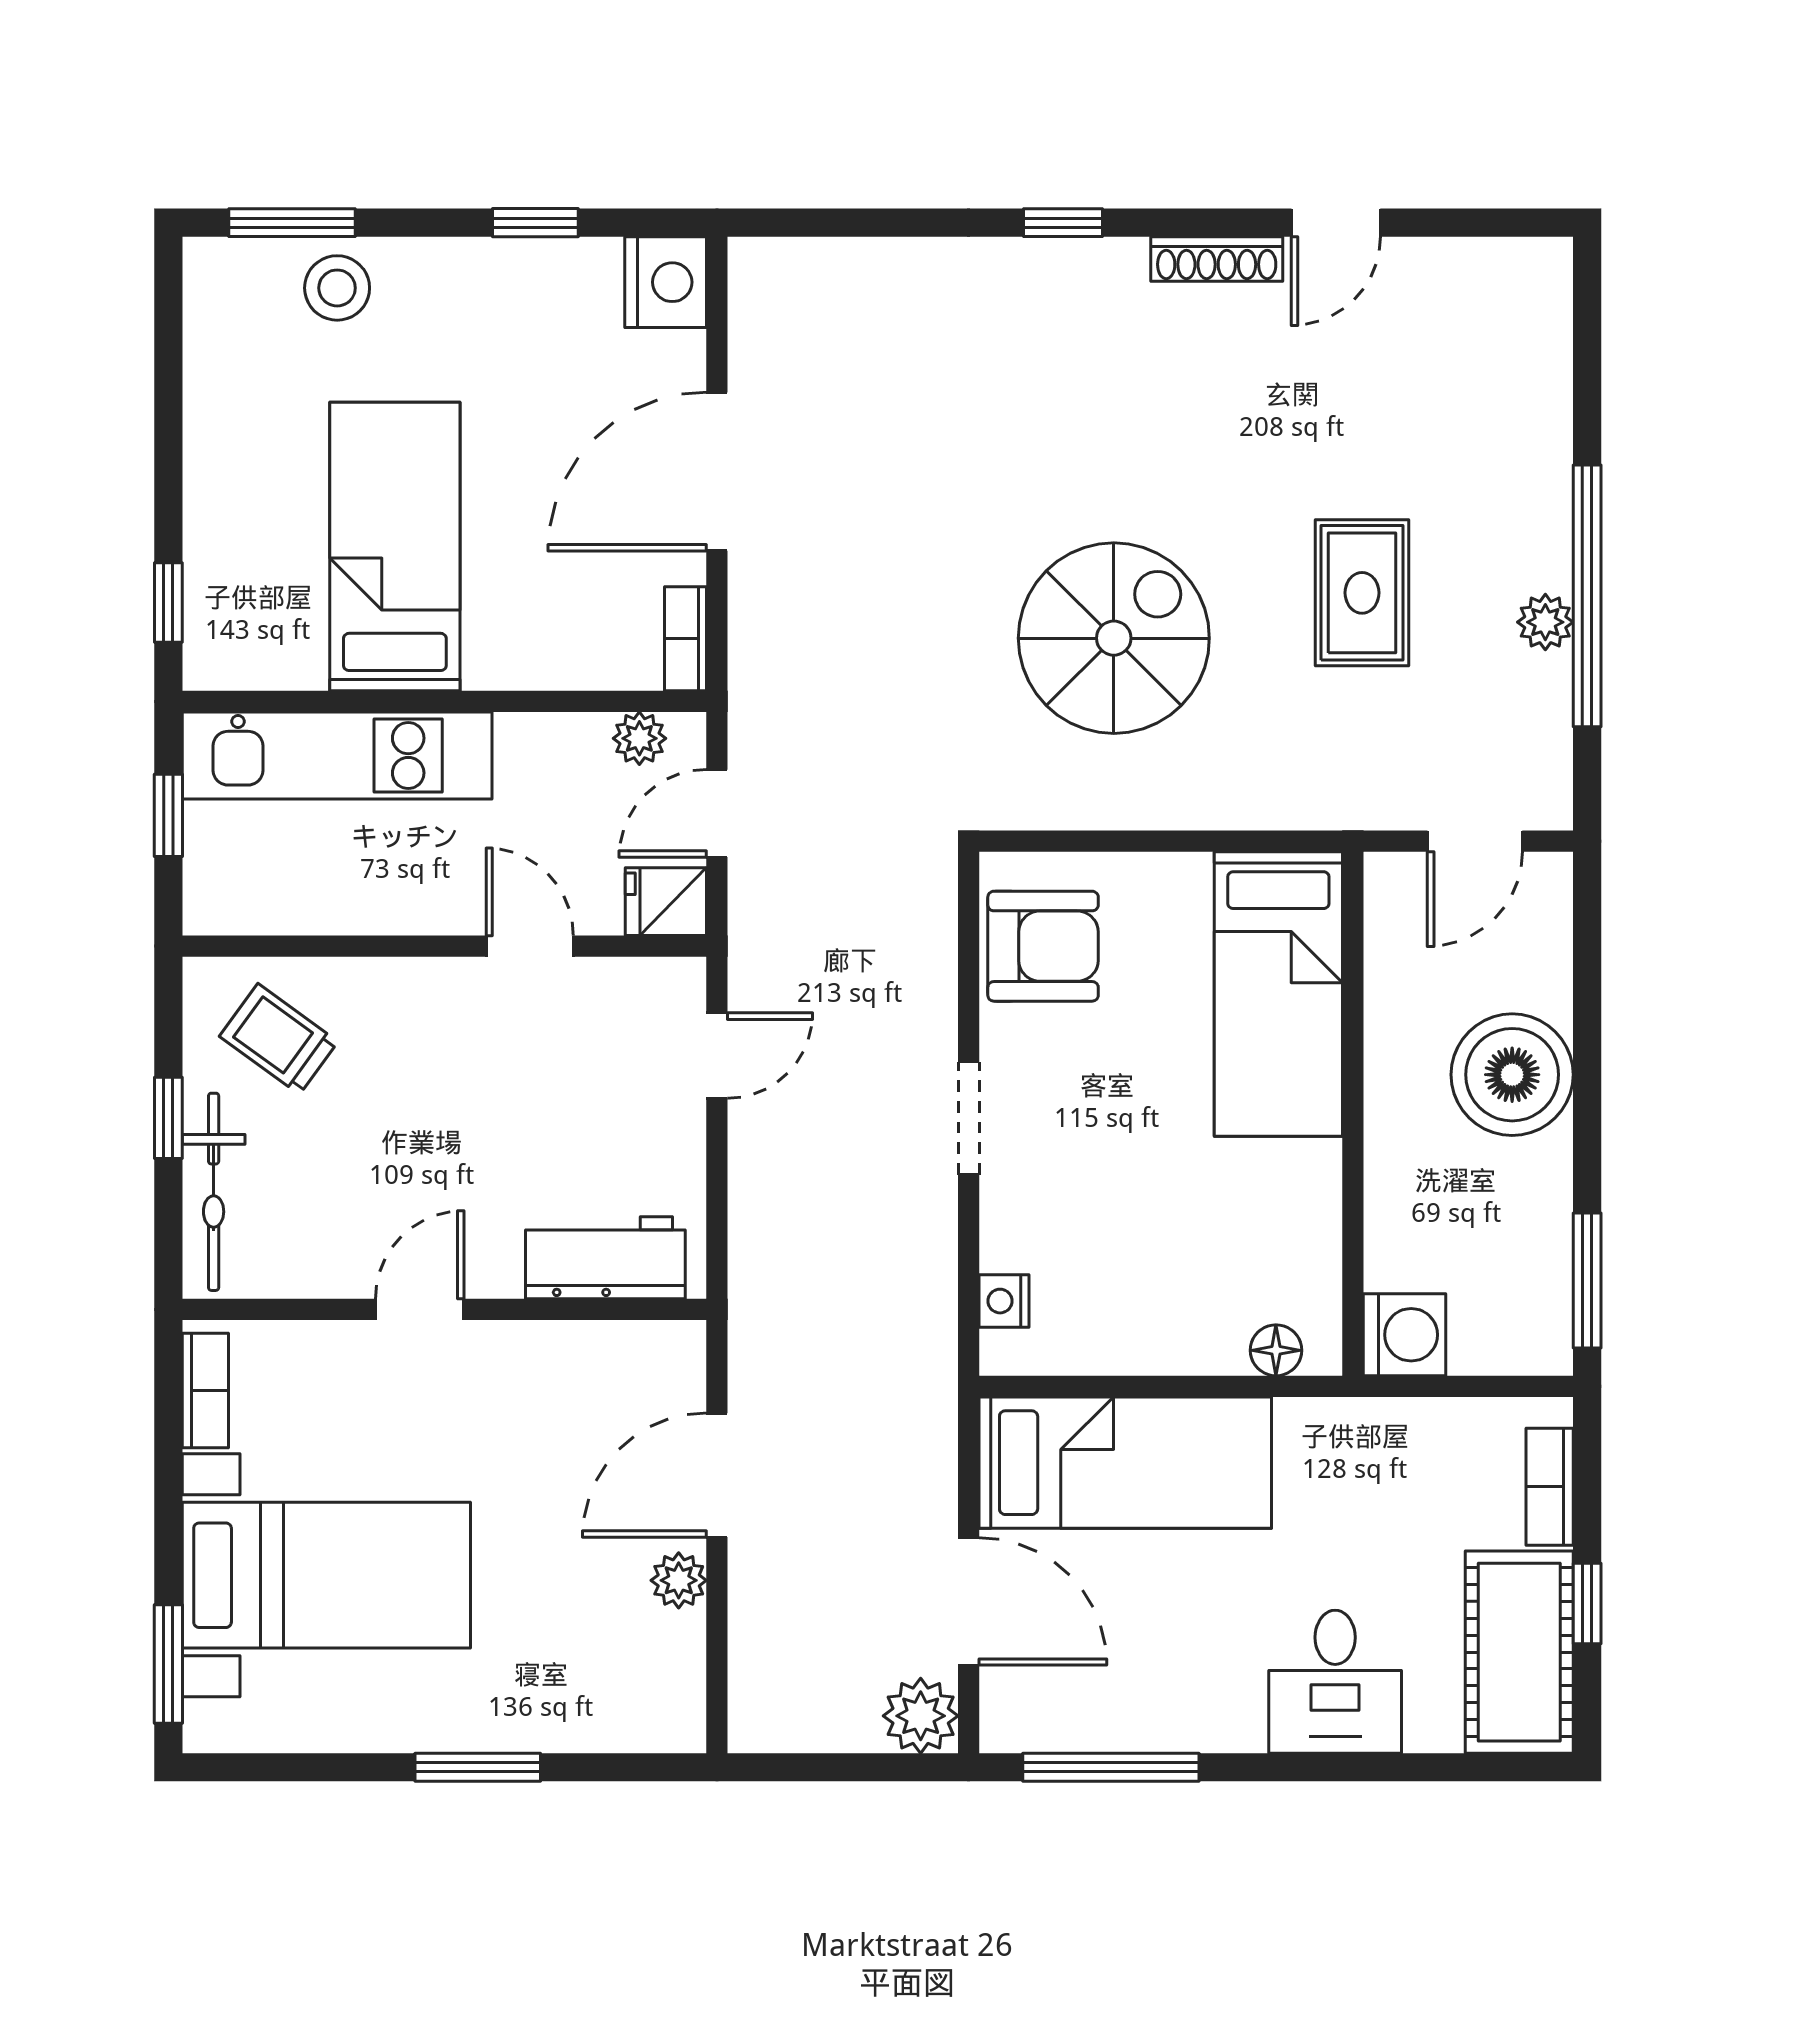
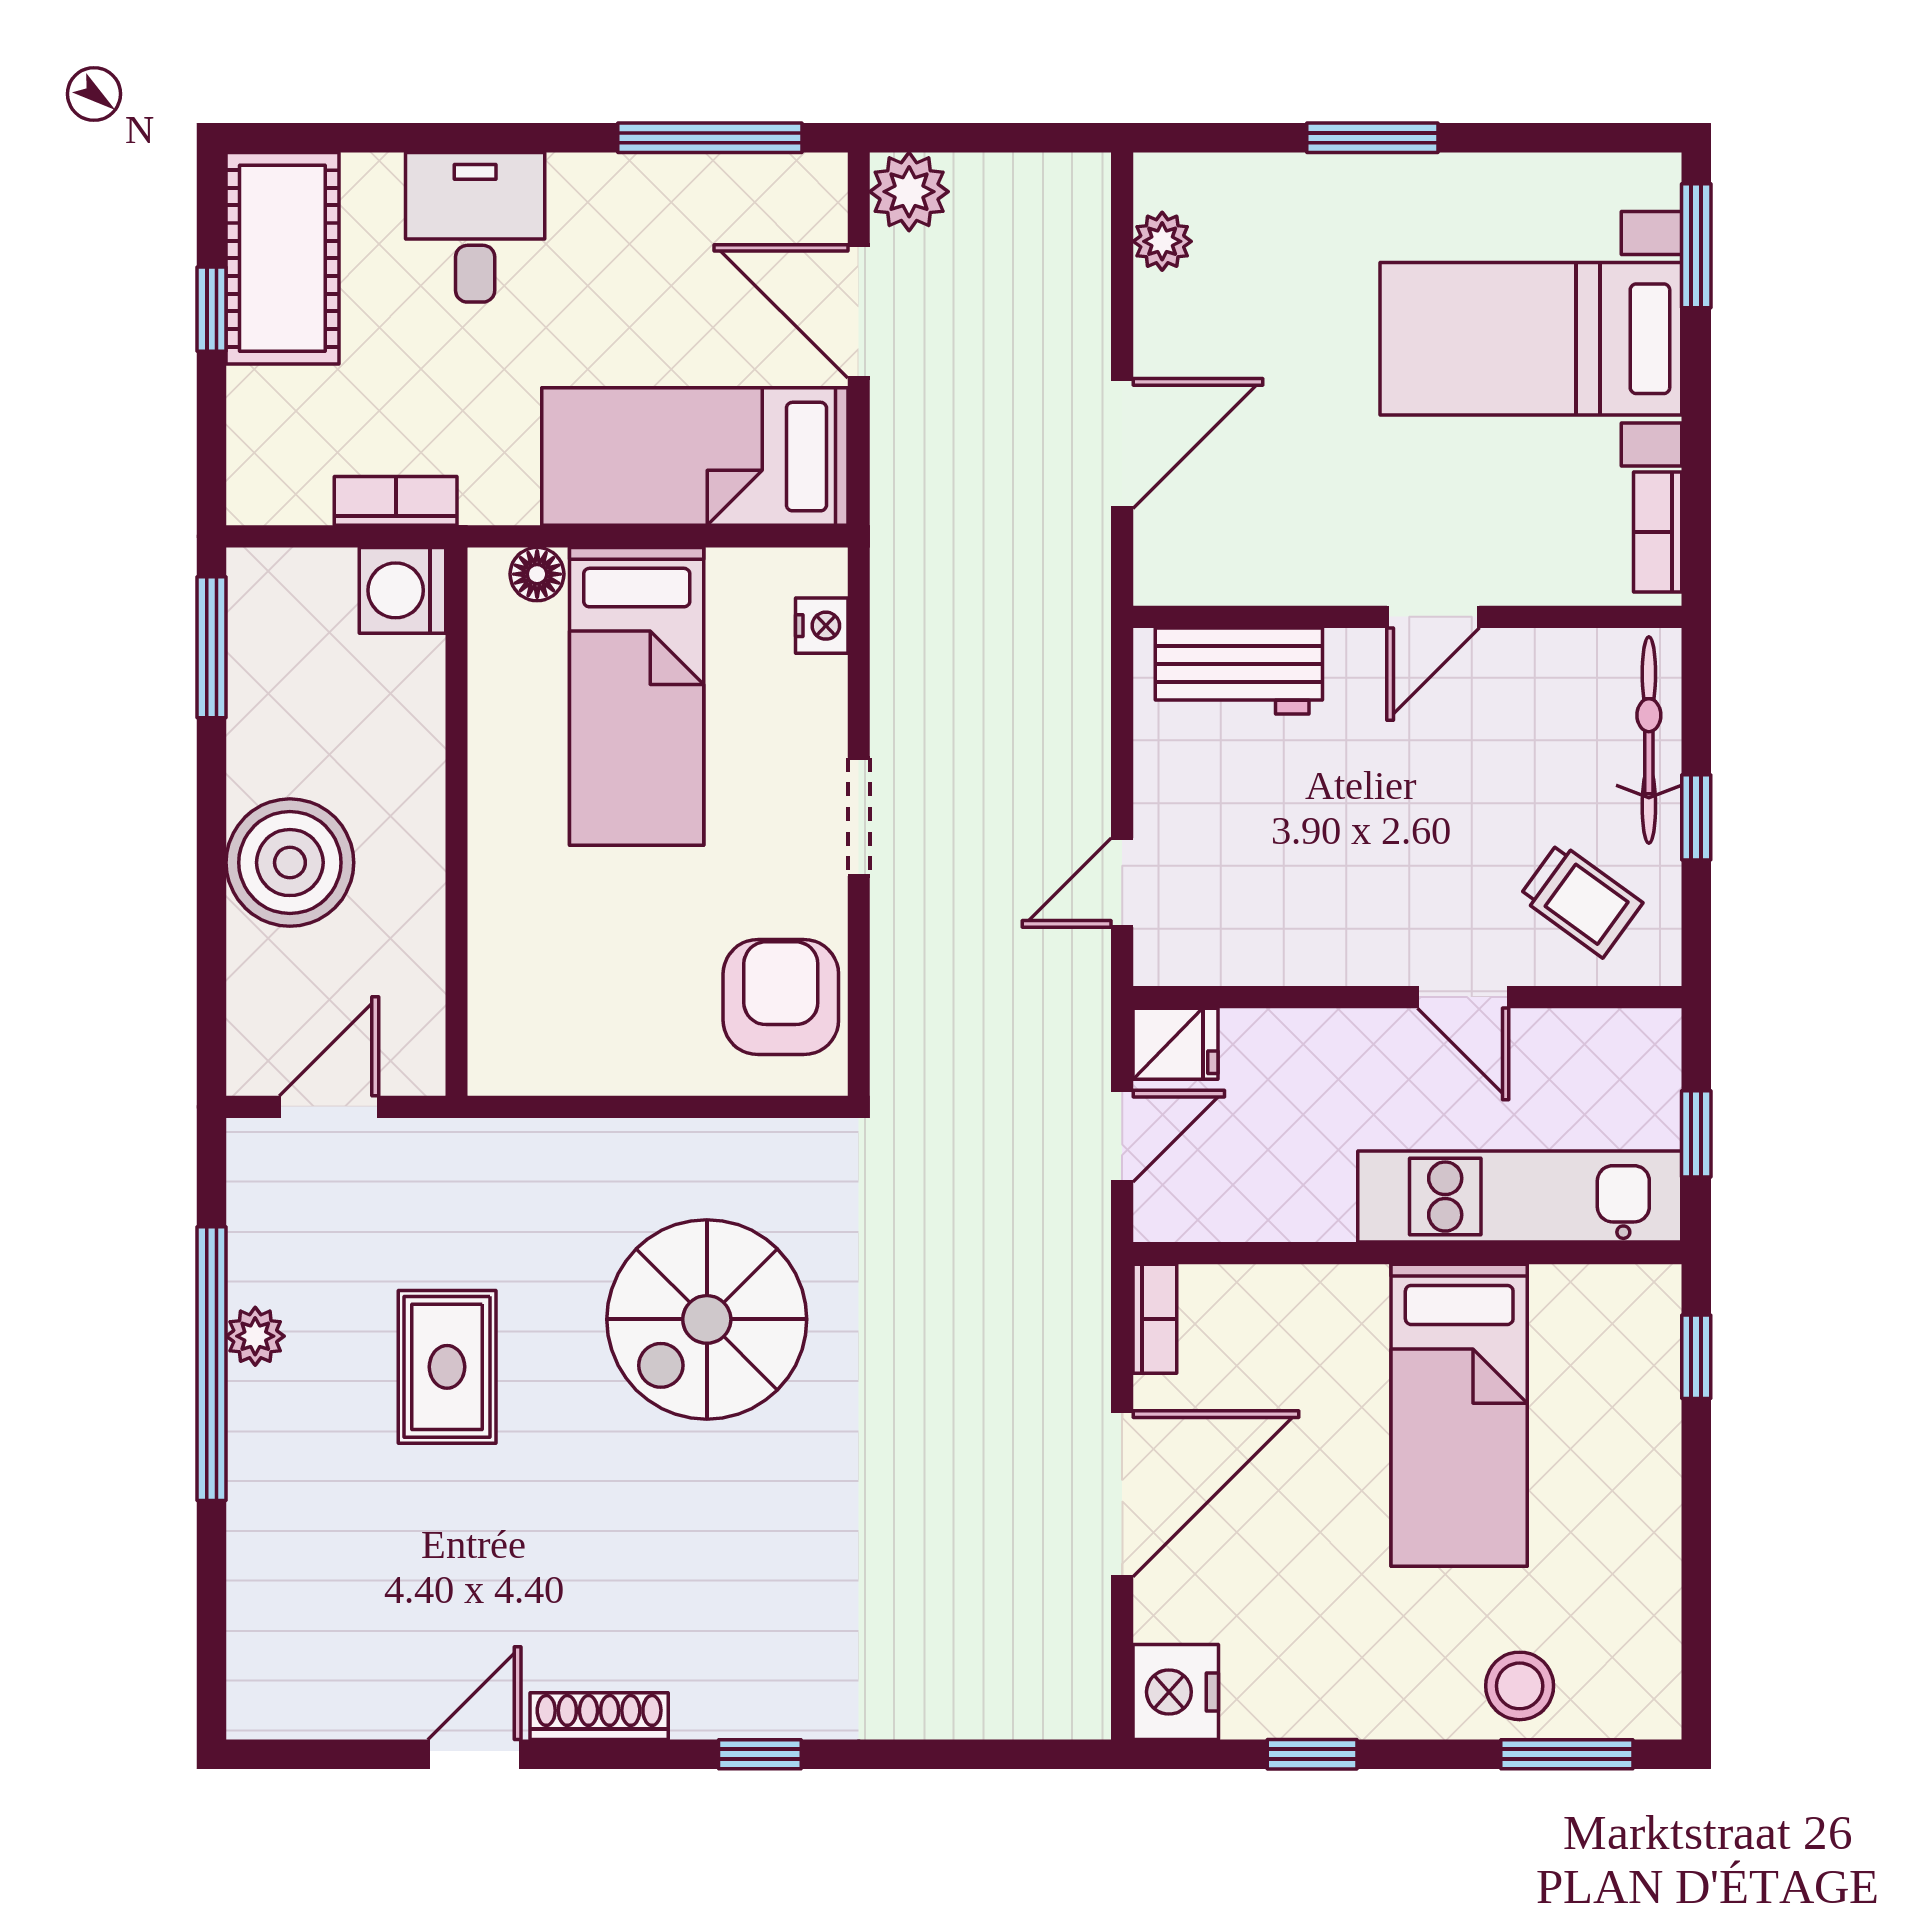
plant: (639, 738) -> (1203, 1215), removed
door: (530, 946) -> (1463, 997), moved
armchair: (1043, 946) -> (781, 997), turned 90
bed: (1278, 994) -> (637, 696), moved, turned 180
bookcase: (1550, 1487) -> (396, 501), moved, turned -90
plant: (679, 1580) -> (1162, 241), moved

